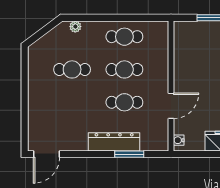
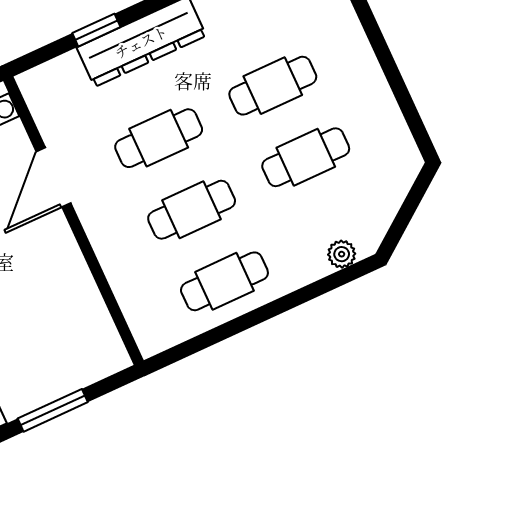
cafe table: (72, 102) -> (273, 86), added
window: (129, 154) -> (96, 30), width x0.67

